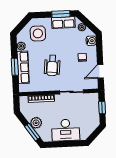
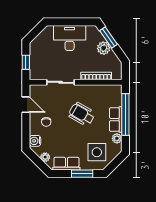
window: (61, 14) -> (82, 174), moved
wheelchair: (52, 65) -> (82, 114), turned -66
window: (15, 67) -> (125, 114), width x2.11
row of seats: (23, 67) -> (116, 120), width x0.68
door: (100, 71) -> (26, 105), hinge flipped

